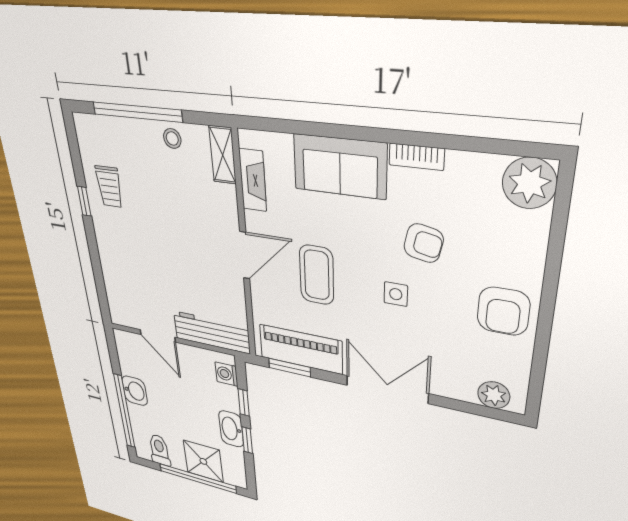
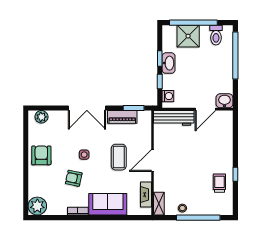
door: (158, 336) -> (205, 109), swing flipped
piano: (301, 349) -> (122, 117), width x0.73, depth x0.75
washbasin: (135, 391) -> (224, 101), moved, turned 90

